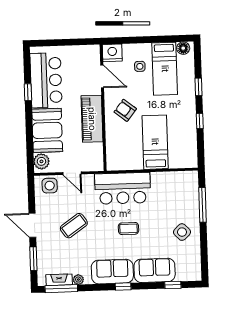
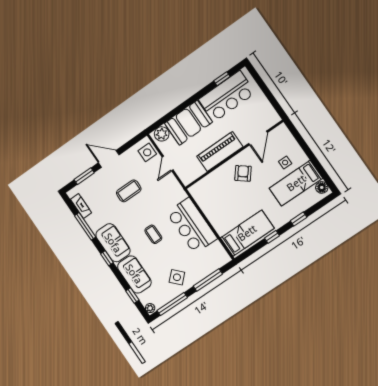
nightstand: (112, 53) -> (282, 134), removed
window: (28, 92) -> (222, 79), moved
bed: (155, 142) -> (247, 233), moved
bar counter: (123, 188) -> (192, 226), moved
door: (32, 225) -> (109, 159), hinge flipped
coffee table: (74, 226) -> (129, 191), turned -55
window: (204, 252) -> (172, 304), added
plant: (78, 280) -> (150, 308), moved
window: (61, 289) -> (85, 226), moved

